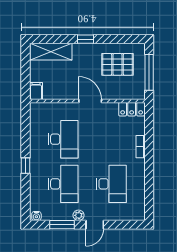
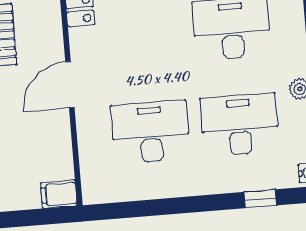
window: (25, 166) -> (260, 199), moved

